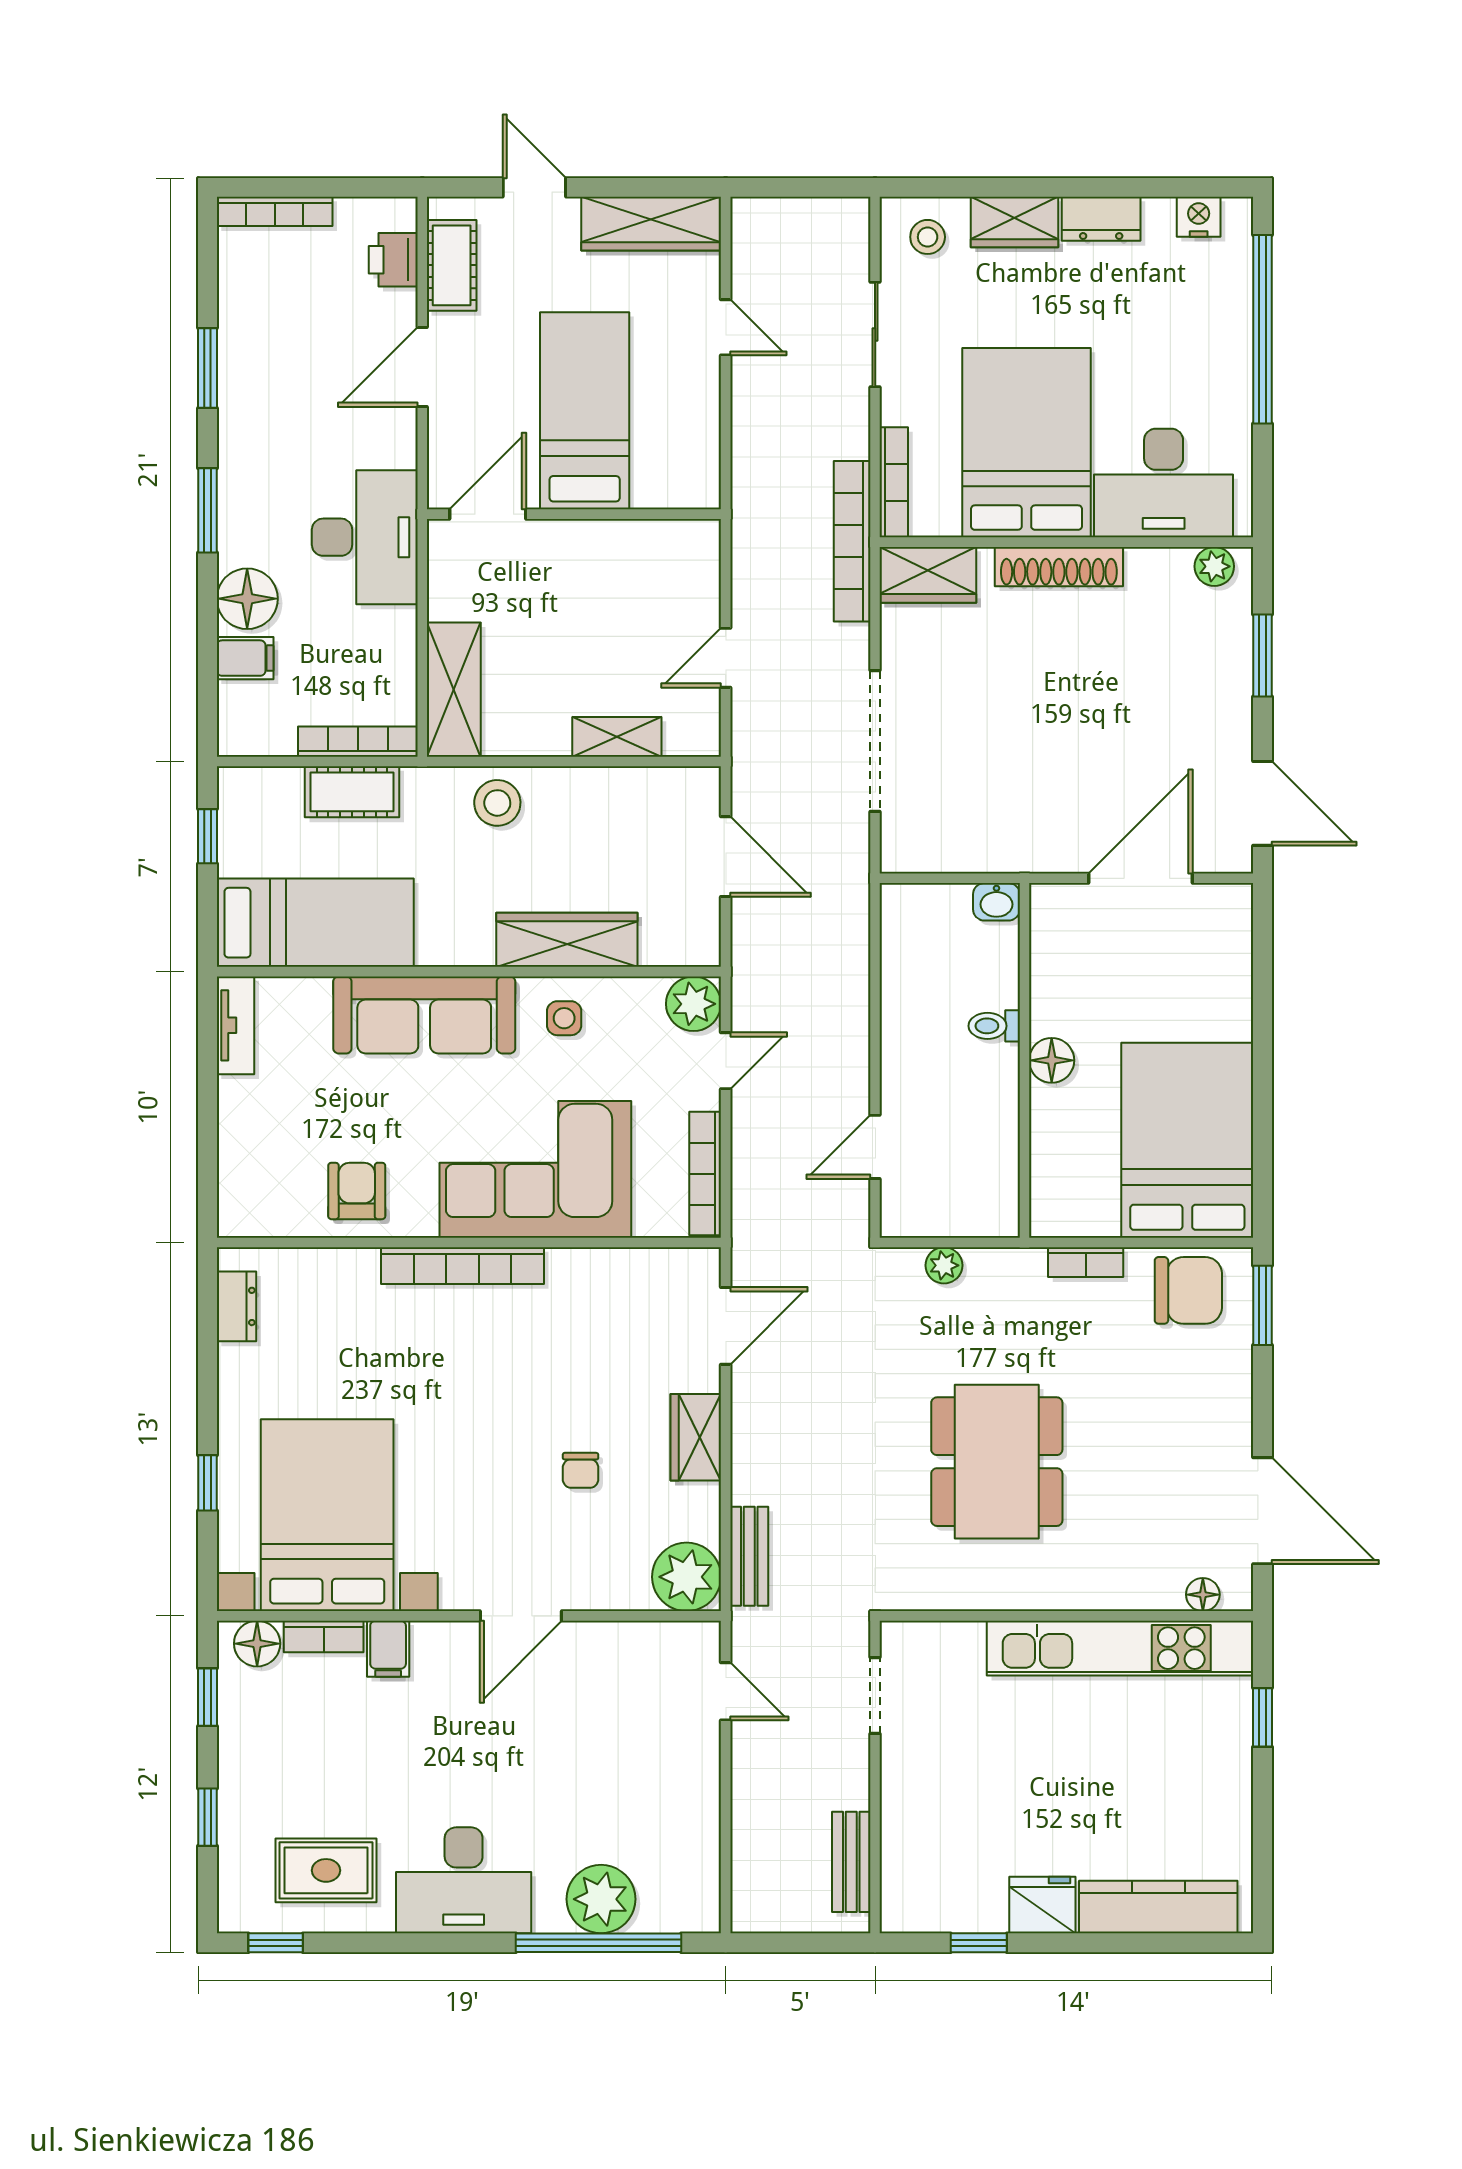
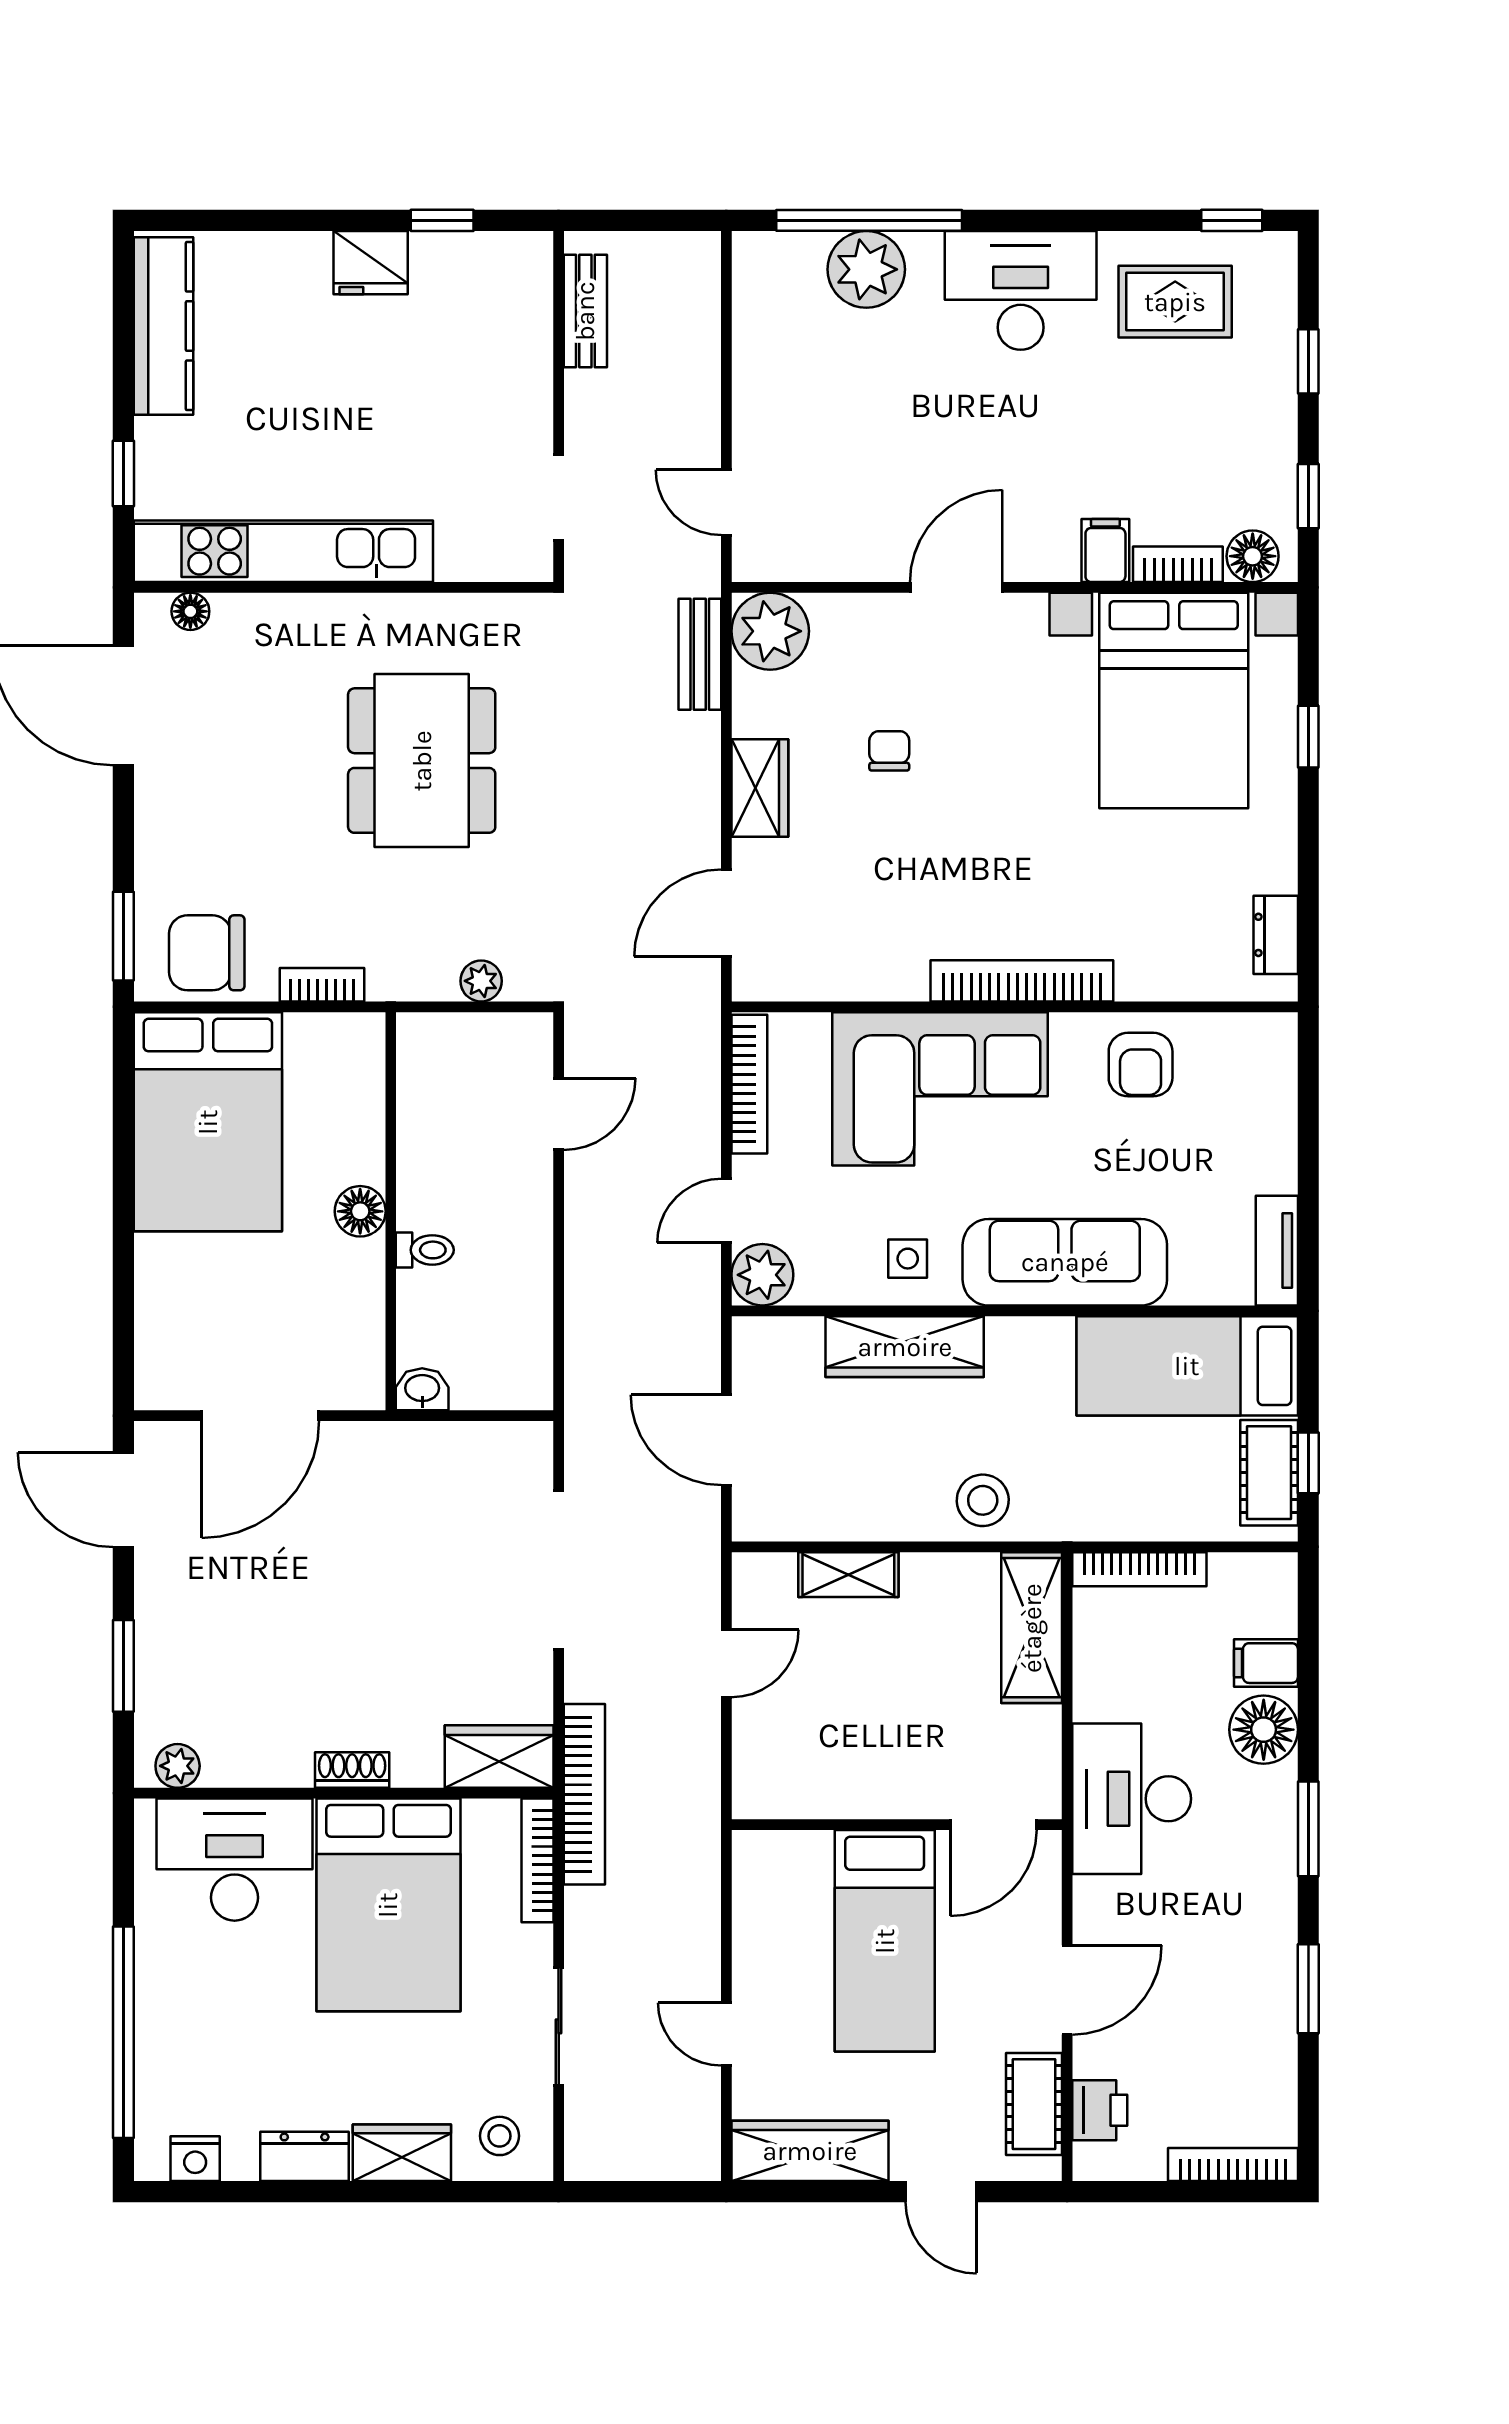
shoe rack: (1059, 567) -> (352, 1770), width x0.51, depth x0.81
cot: (352, 792) -> (1269, 1473), moved, turned 90
kitchen counter: (1158, 1907) -> (163, 326), moved, turned -90

